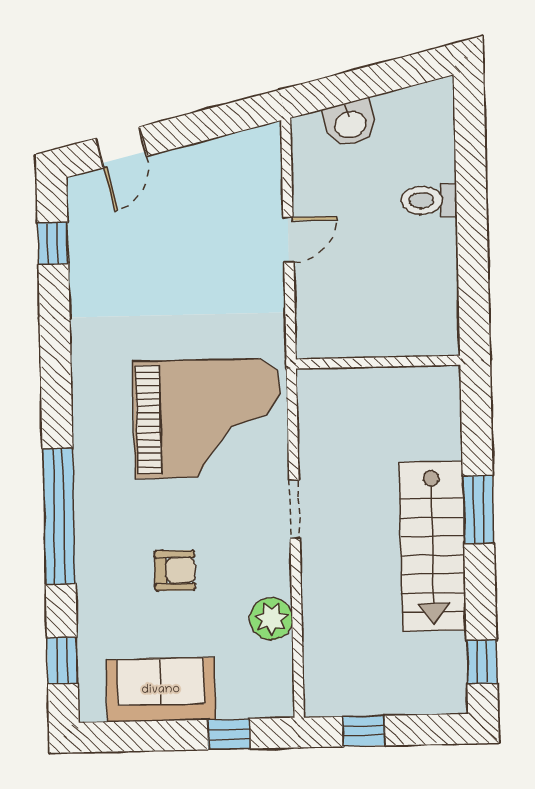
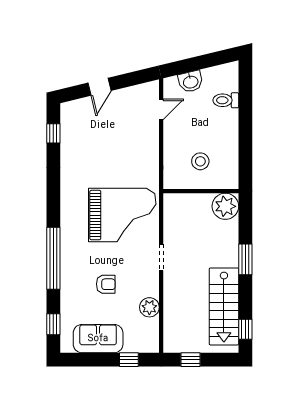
door: (121, 147) -> (100, 87), moved
toilet: (429, 200) -> (226, 100), moved
door: (288, 240) -> (161, 109), moved
stool: (375, 297) -> (200, 161), added
plant: (432, 394) -> (225, 206), added
stairs: (433, 546) -> (224, 306), moved

